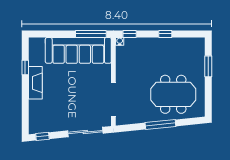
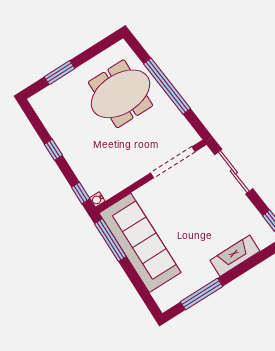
window: (25, 67) -> (201, 294), width x2.17
fireplace: (35, 83) -> (235, 256), moved
meeting table: (173, 94) -> (120, 94), turned 90
window: (160, 124) -> (167, 86), width x1.46

